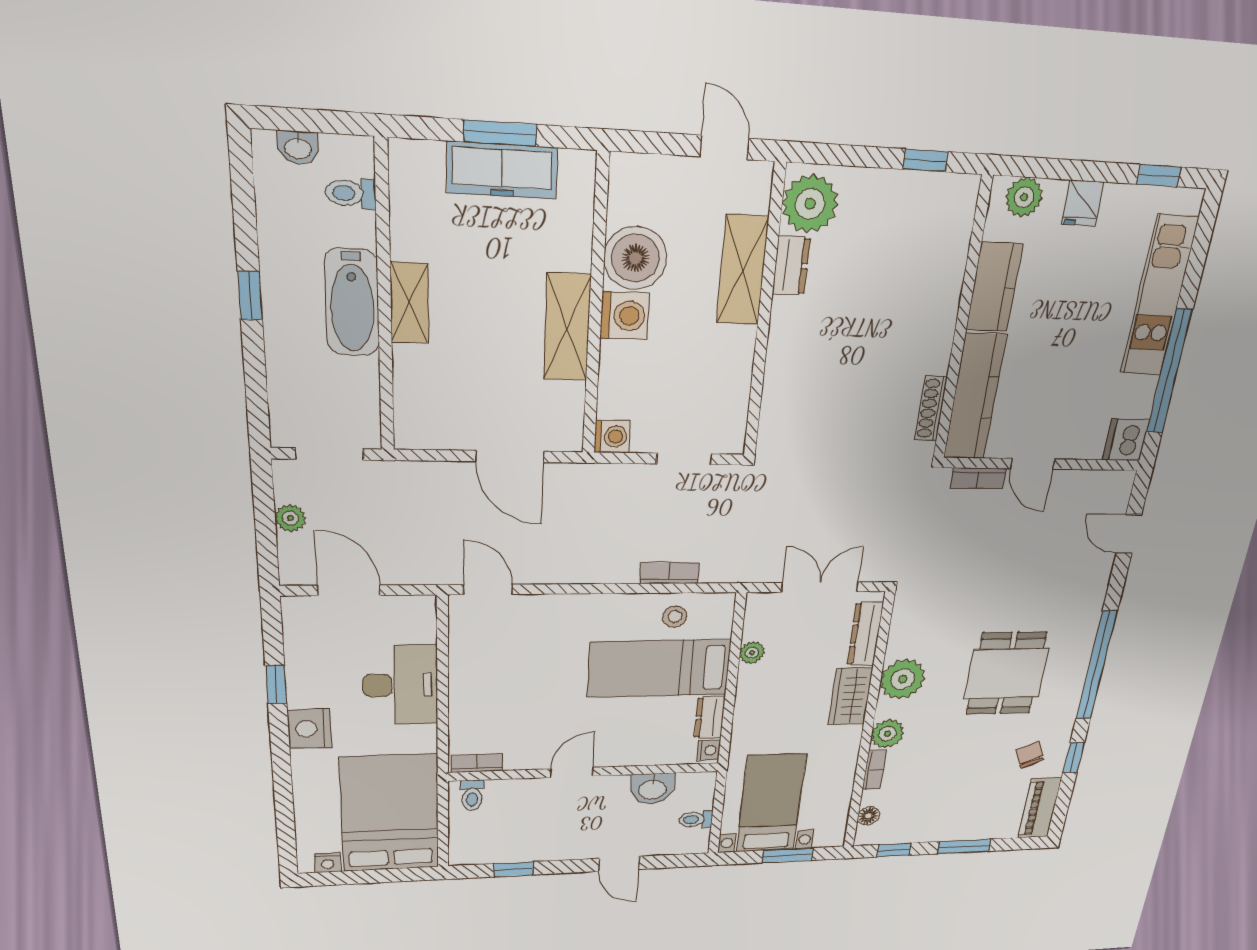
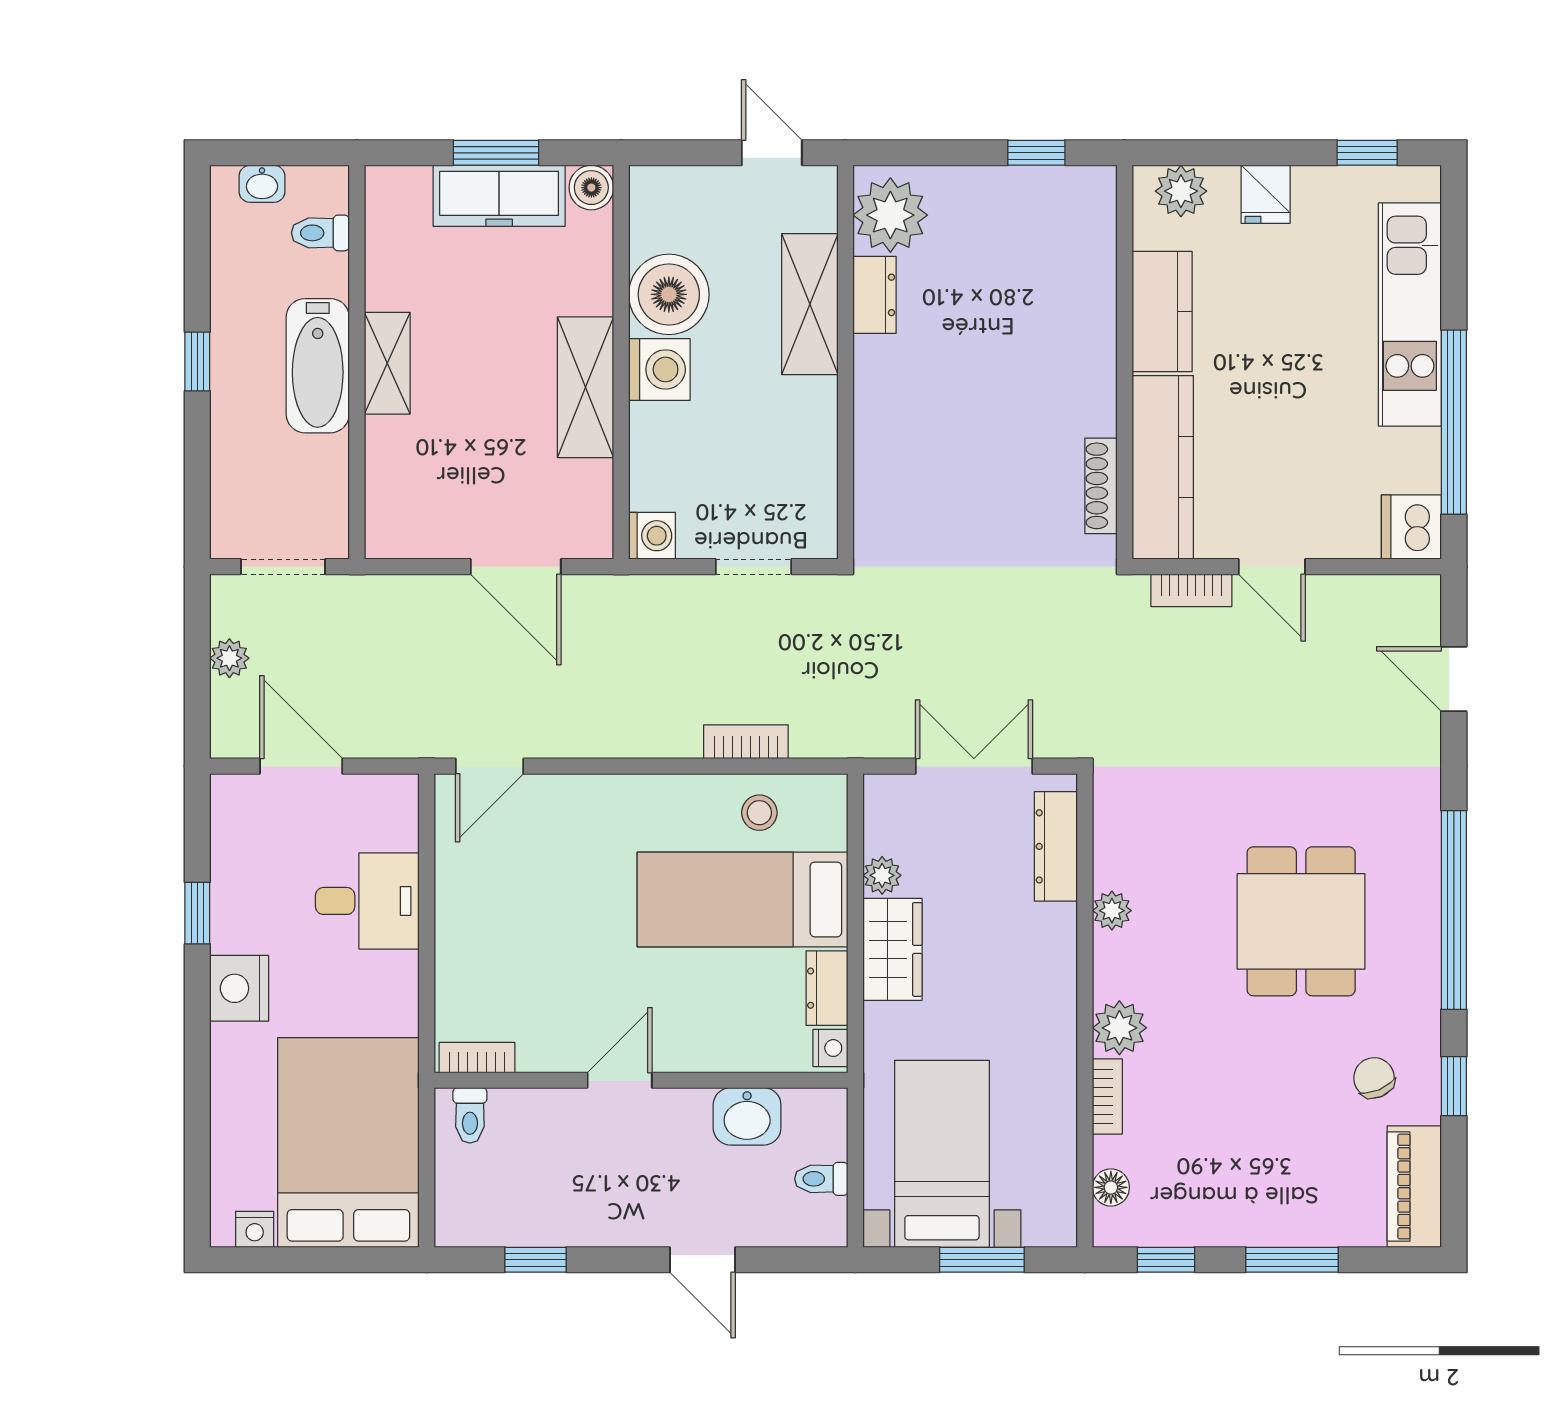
boiler: (578, 168) -> (591, 188), added
door: (488, 589) -> (489, 766), swing flipped
plant: (903, 679) -> (1112, 911), width x0.53, depth x0.53
desk: (400, 685) -> (367, 901), width x0.73
wardrobe: (850, 696) -> (892, 949), moved, turned 180

